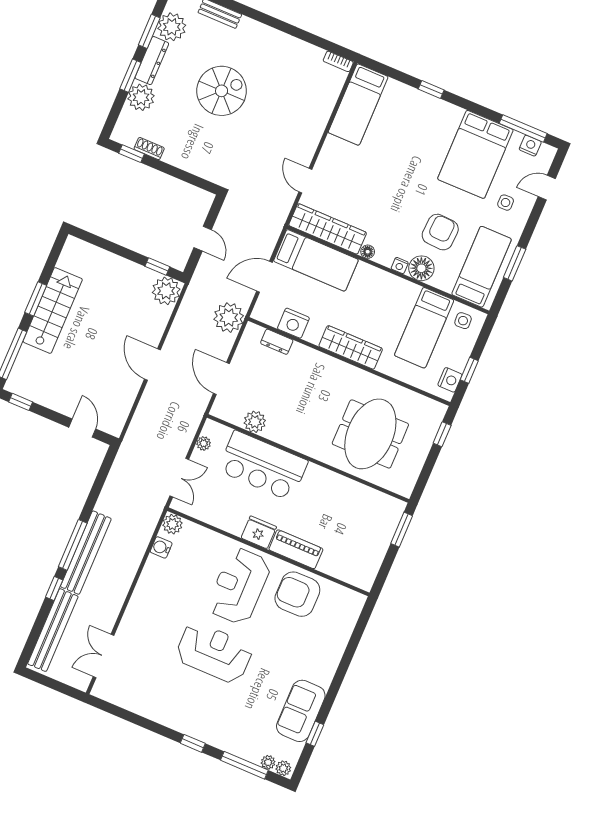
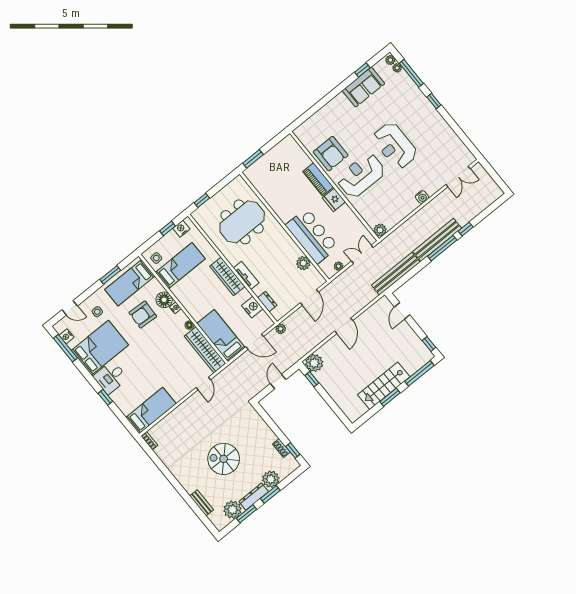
desk: (439, 121) -> (111, 377), added
plant: (229, 318) -> (281, 329), width x0.53, depth x0.53
tv unit: (325, 363) -> (246, 275), added
water cooler: (161, 547) -> (422, 197), moved
reception desk: (239, 586) -> (361, 176), turned 180
bench: (53, 630) -> (396, 274), moved

